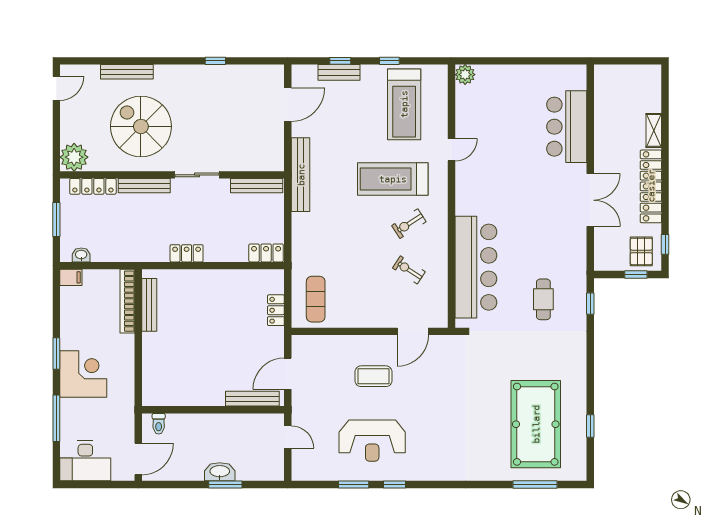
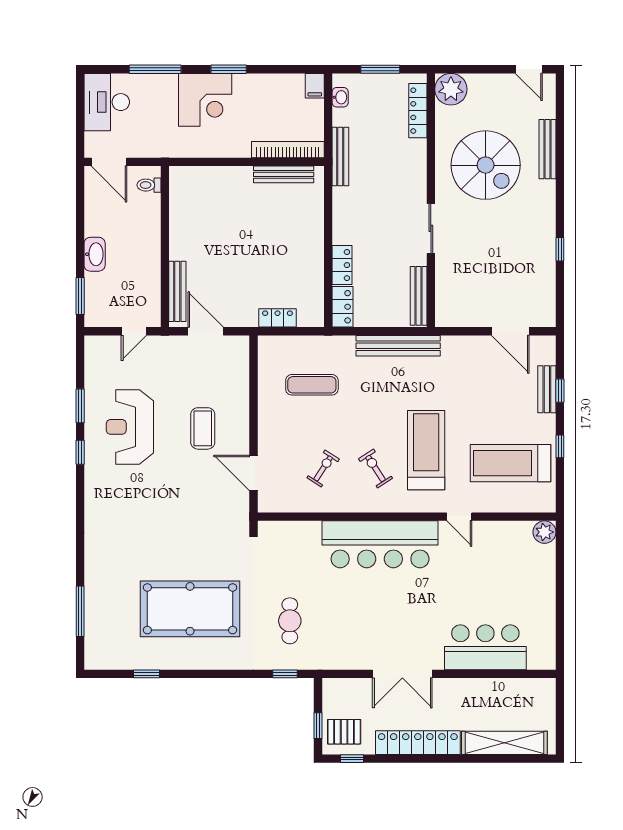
spiral stairs: (141, 126) -> (486, 165), turned 90
shelving: (654, 130) -> (504, 743), width x2.20, depth x1.33
bench: (301, 175) -> (398, 346), moved
bench: (144, 186) -> (340, 157), moved
locker: (187, 253) -> (342, 265), moved
bar counter: (476, 267) -> (380, 544), moved
exercise mat: (316, 299) -> (312, 385), moved
cafe table: (543, 299) -> (290, 621), turned 90
pool table: (536, 424) -> (190, 609), moved
window: (225, 484) -> (80, 296), moved

